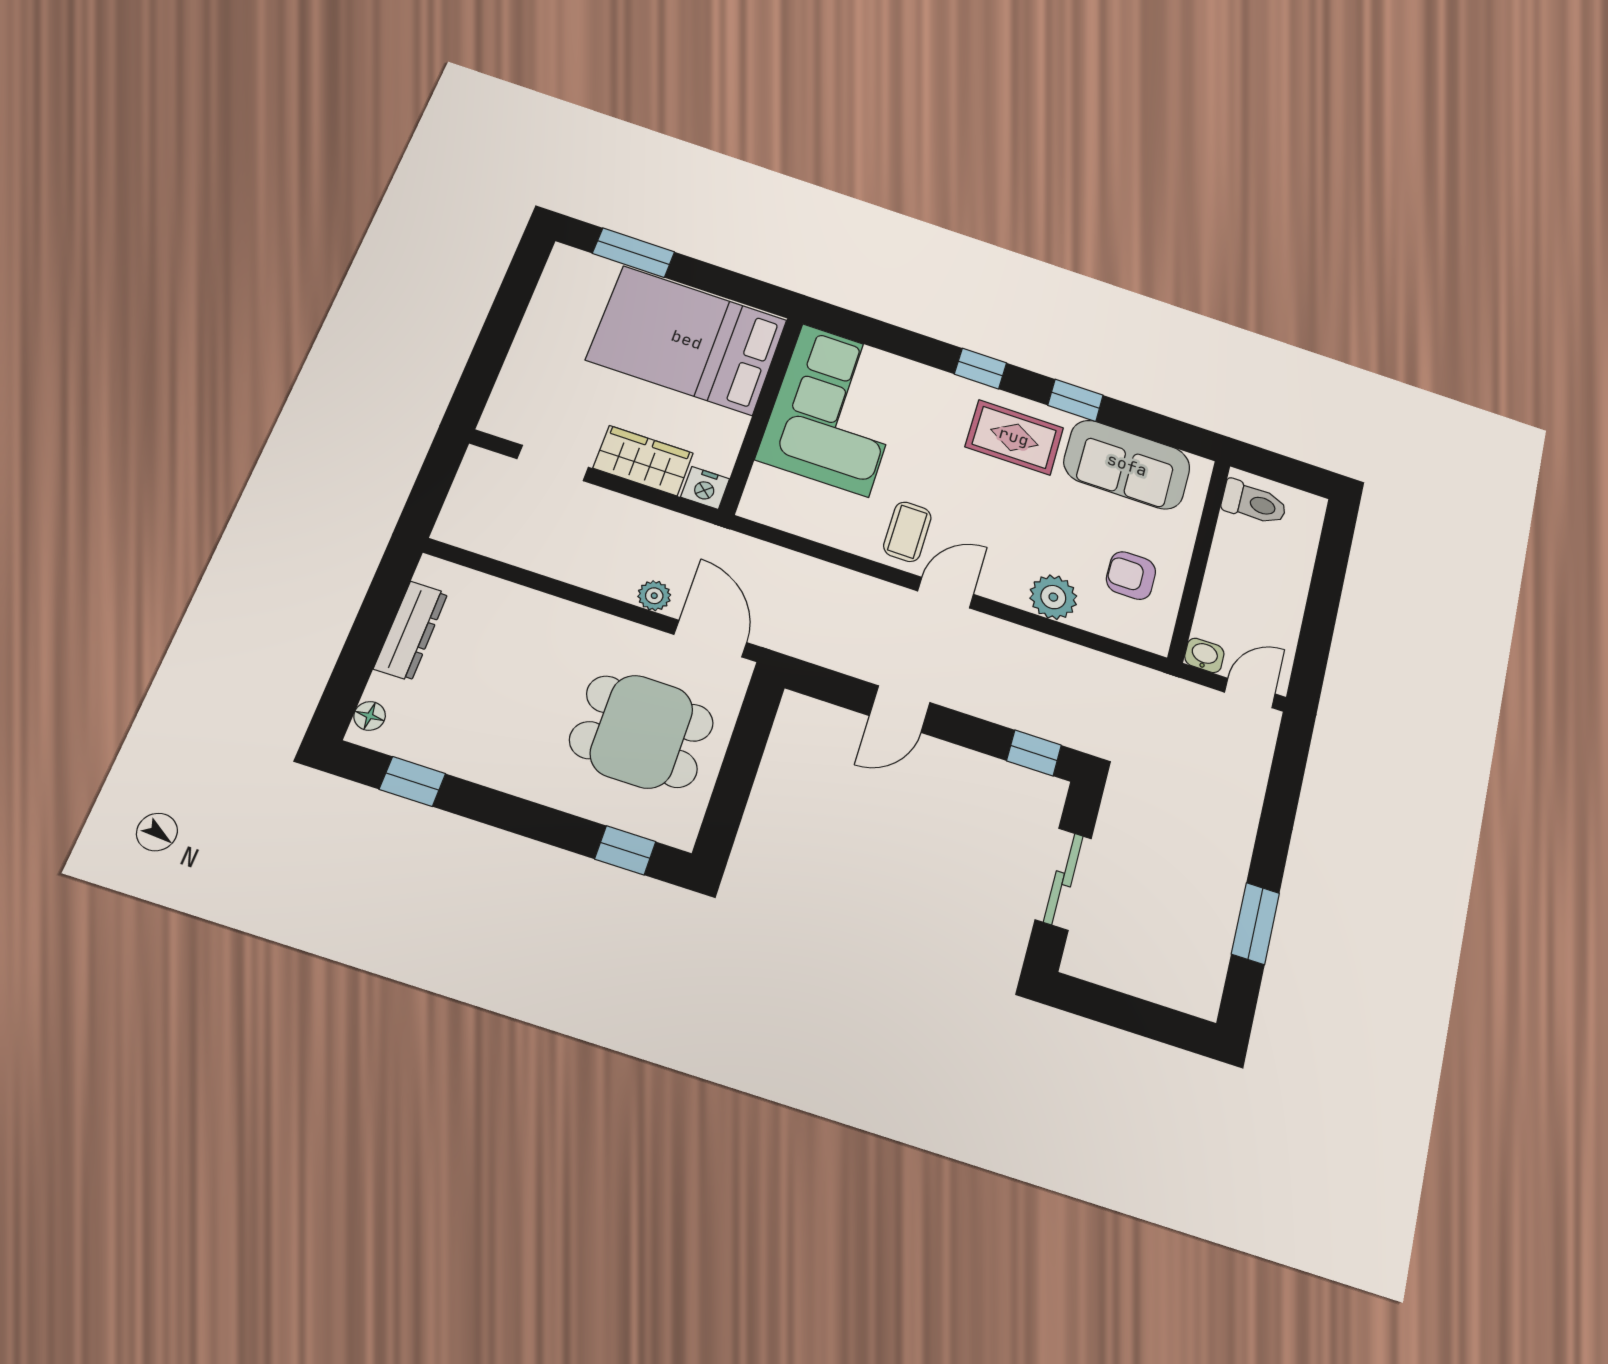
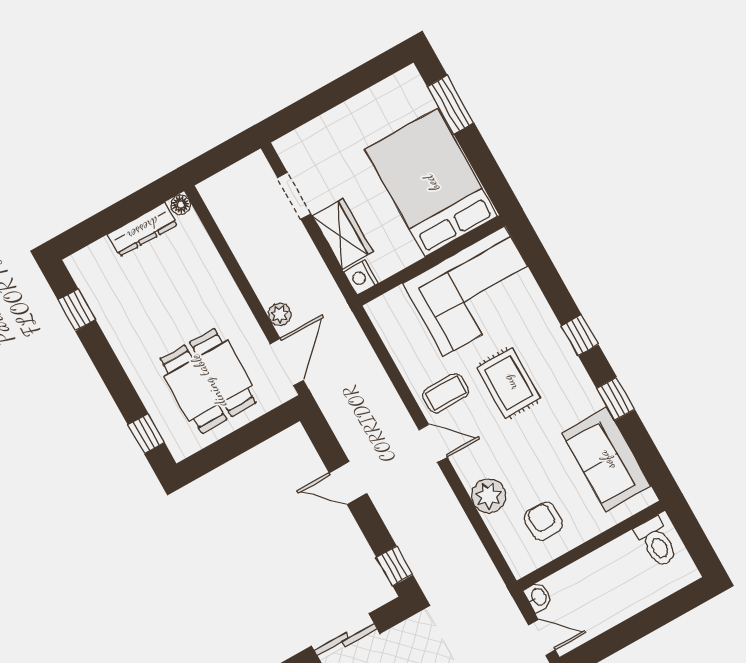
rug: (1014, 437) -> (509, 383), moved
floor lamp: (370, 716) -> (181, 204), moved

